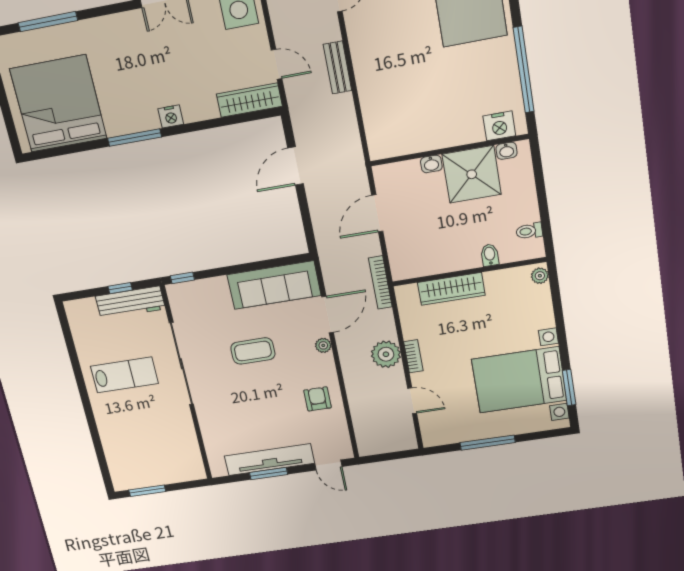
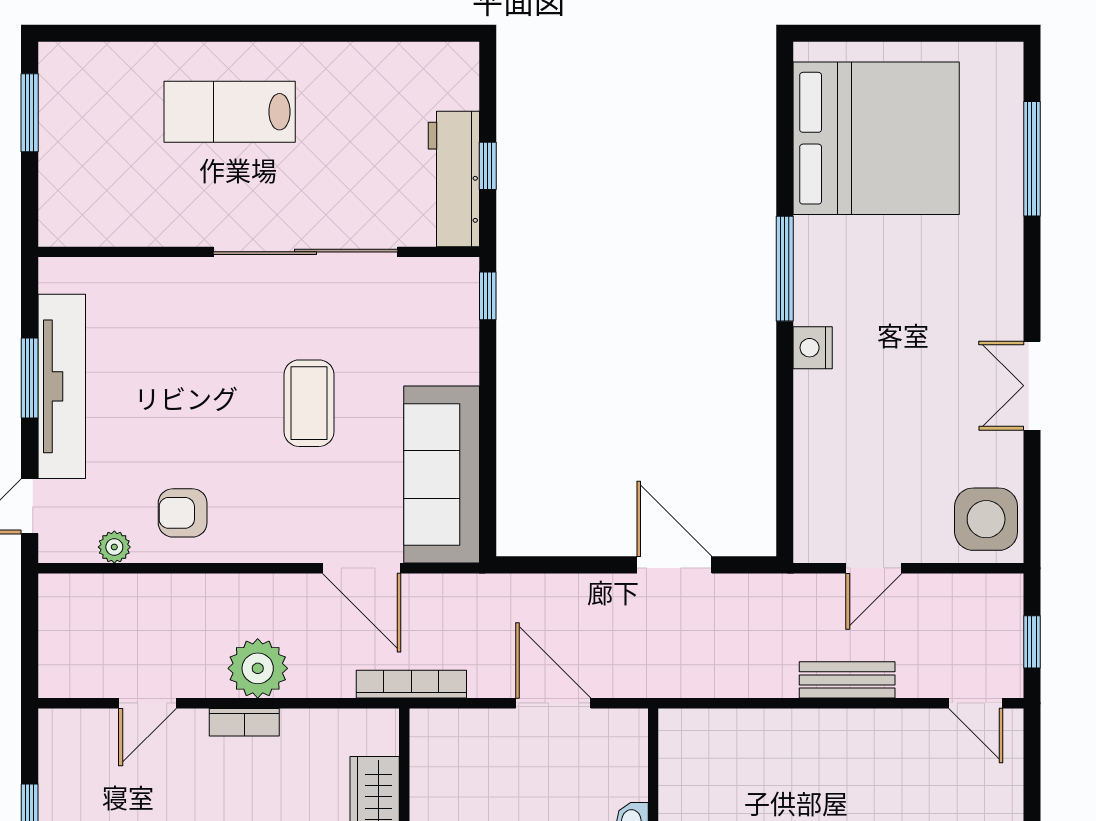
wardrobe: (249, 100) -> (816, 503), removed
plant: (323, 345) -> (114, 547), moved
lab bench: (124, 375) -> (230, 112), moved, turned 90
armchair: (318, 399) -> (183, 513), turned 180

